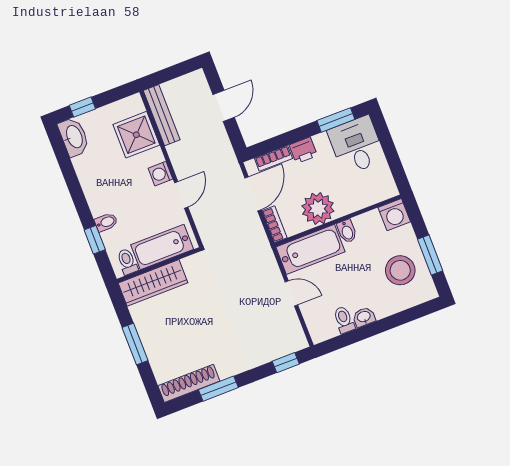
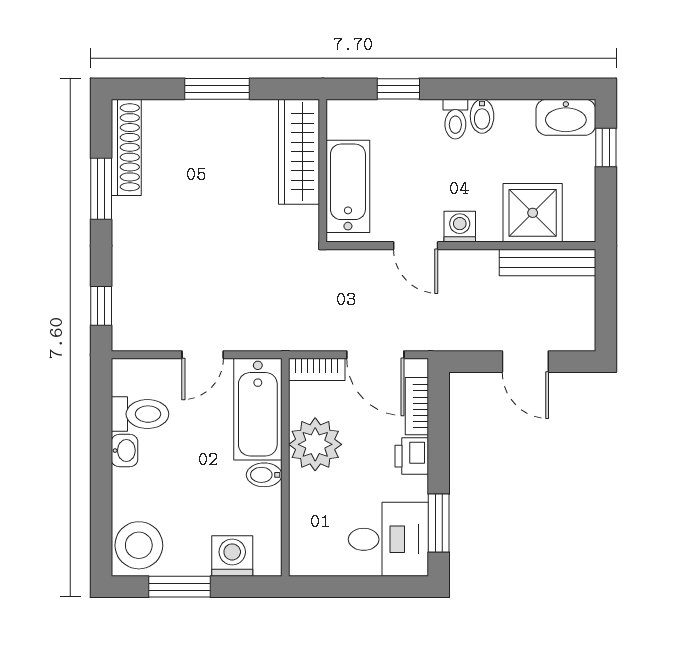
washing machine: (394, 215) -> (232, 556), moved, turned 90
bidet: (106, 222) -> (482, 116), moved
toilet: (127, 262) -> (455, 119), moved, turned 90
stool: (400, 270) -> (139, 545), moved
toilet: (344, 320) -> (140, 414), width x1.37, depth x1.39

